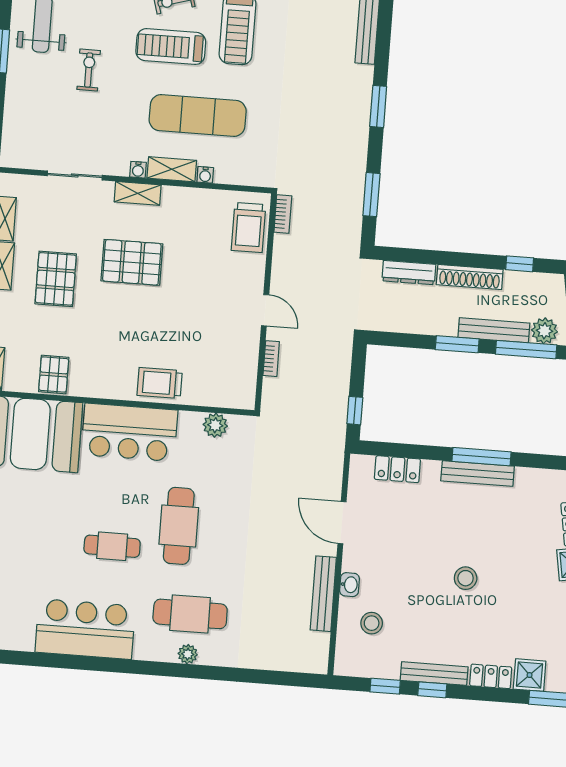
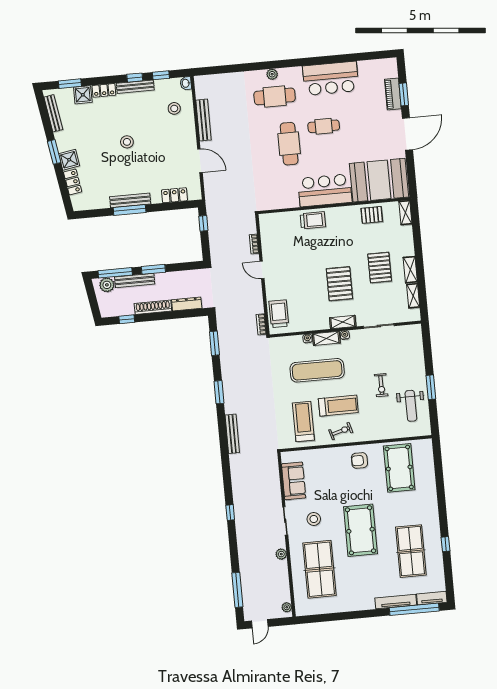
pallet: (132, 262) -> (339, 284), turned 90
pallet: (54, 374) -> (372, 215), turned 90
plant: (215, 425) -> (278, 202), removed
washbasin: (349, 585) -> (186, 83), moved

